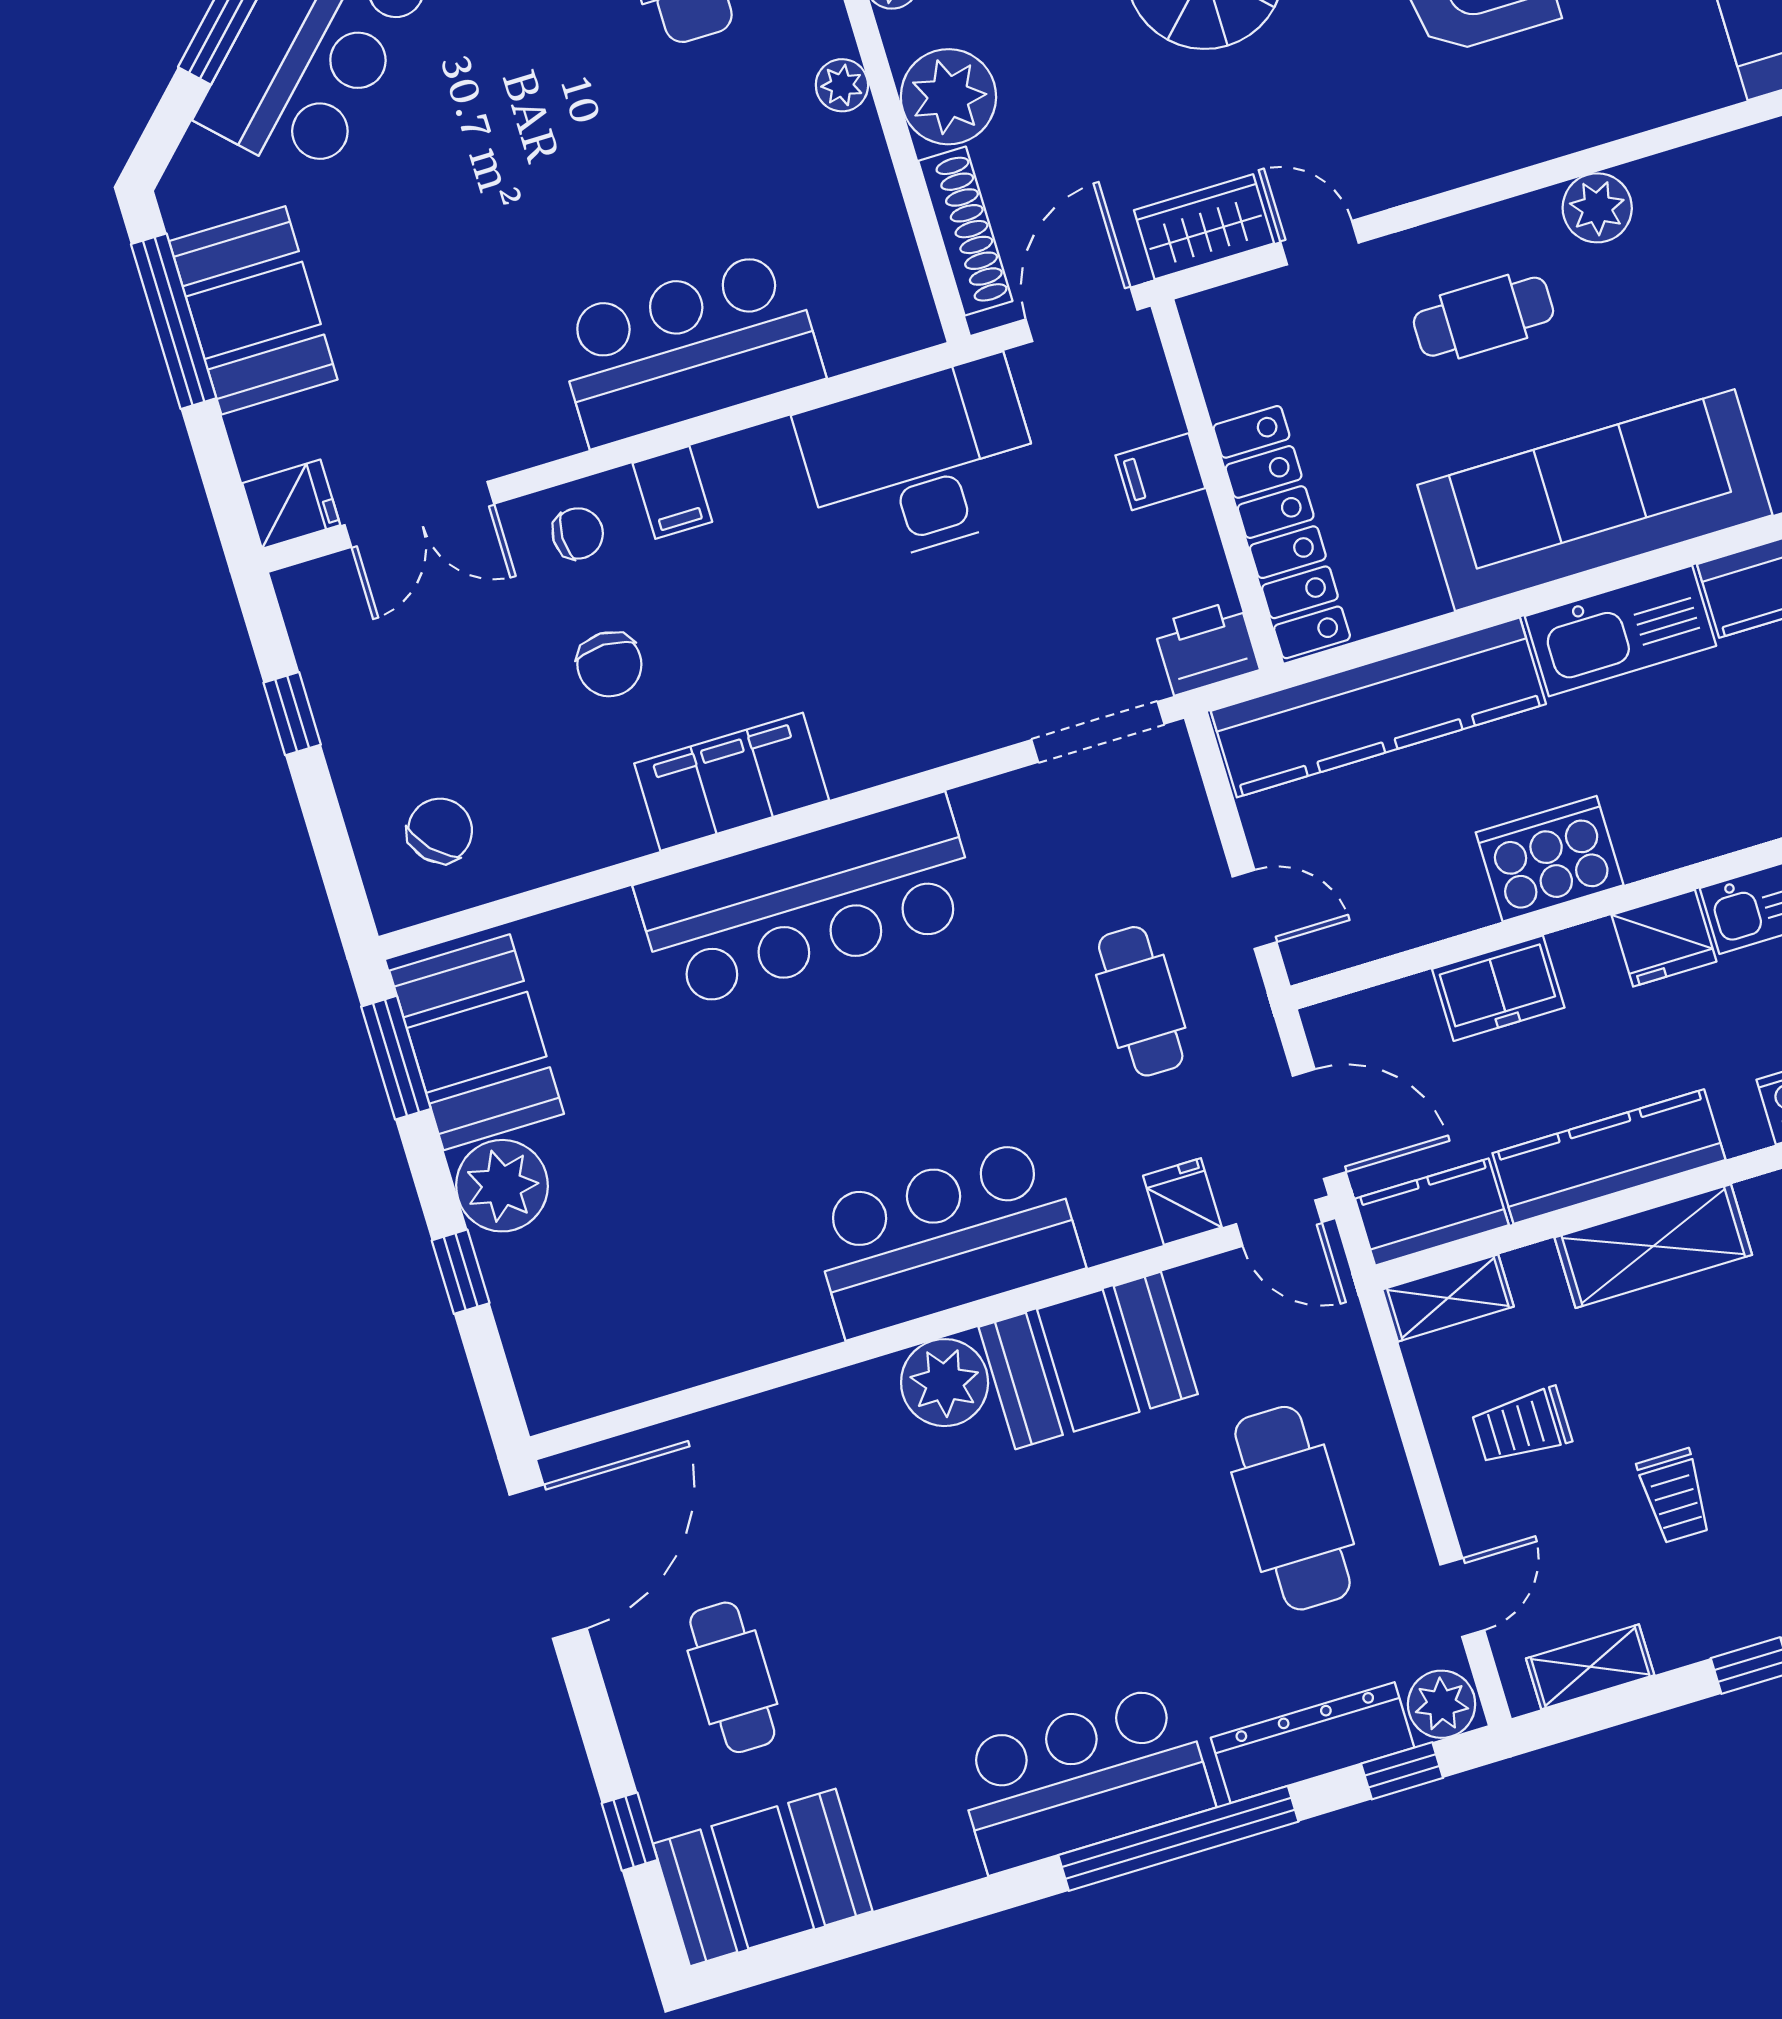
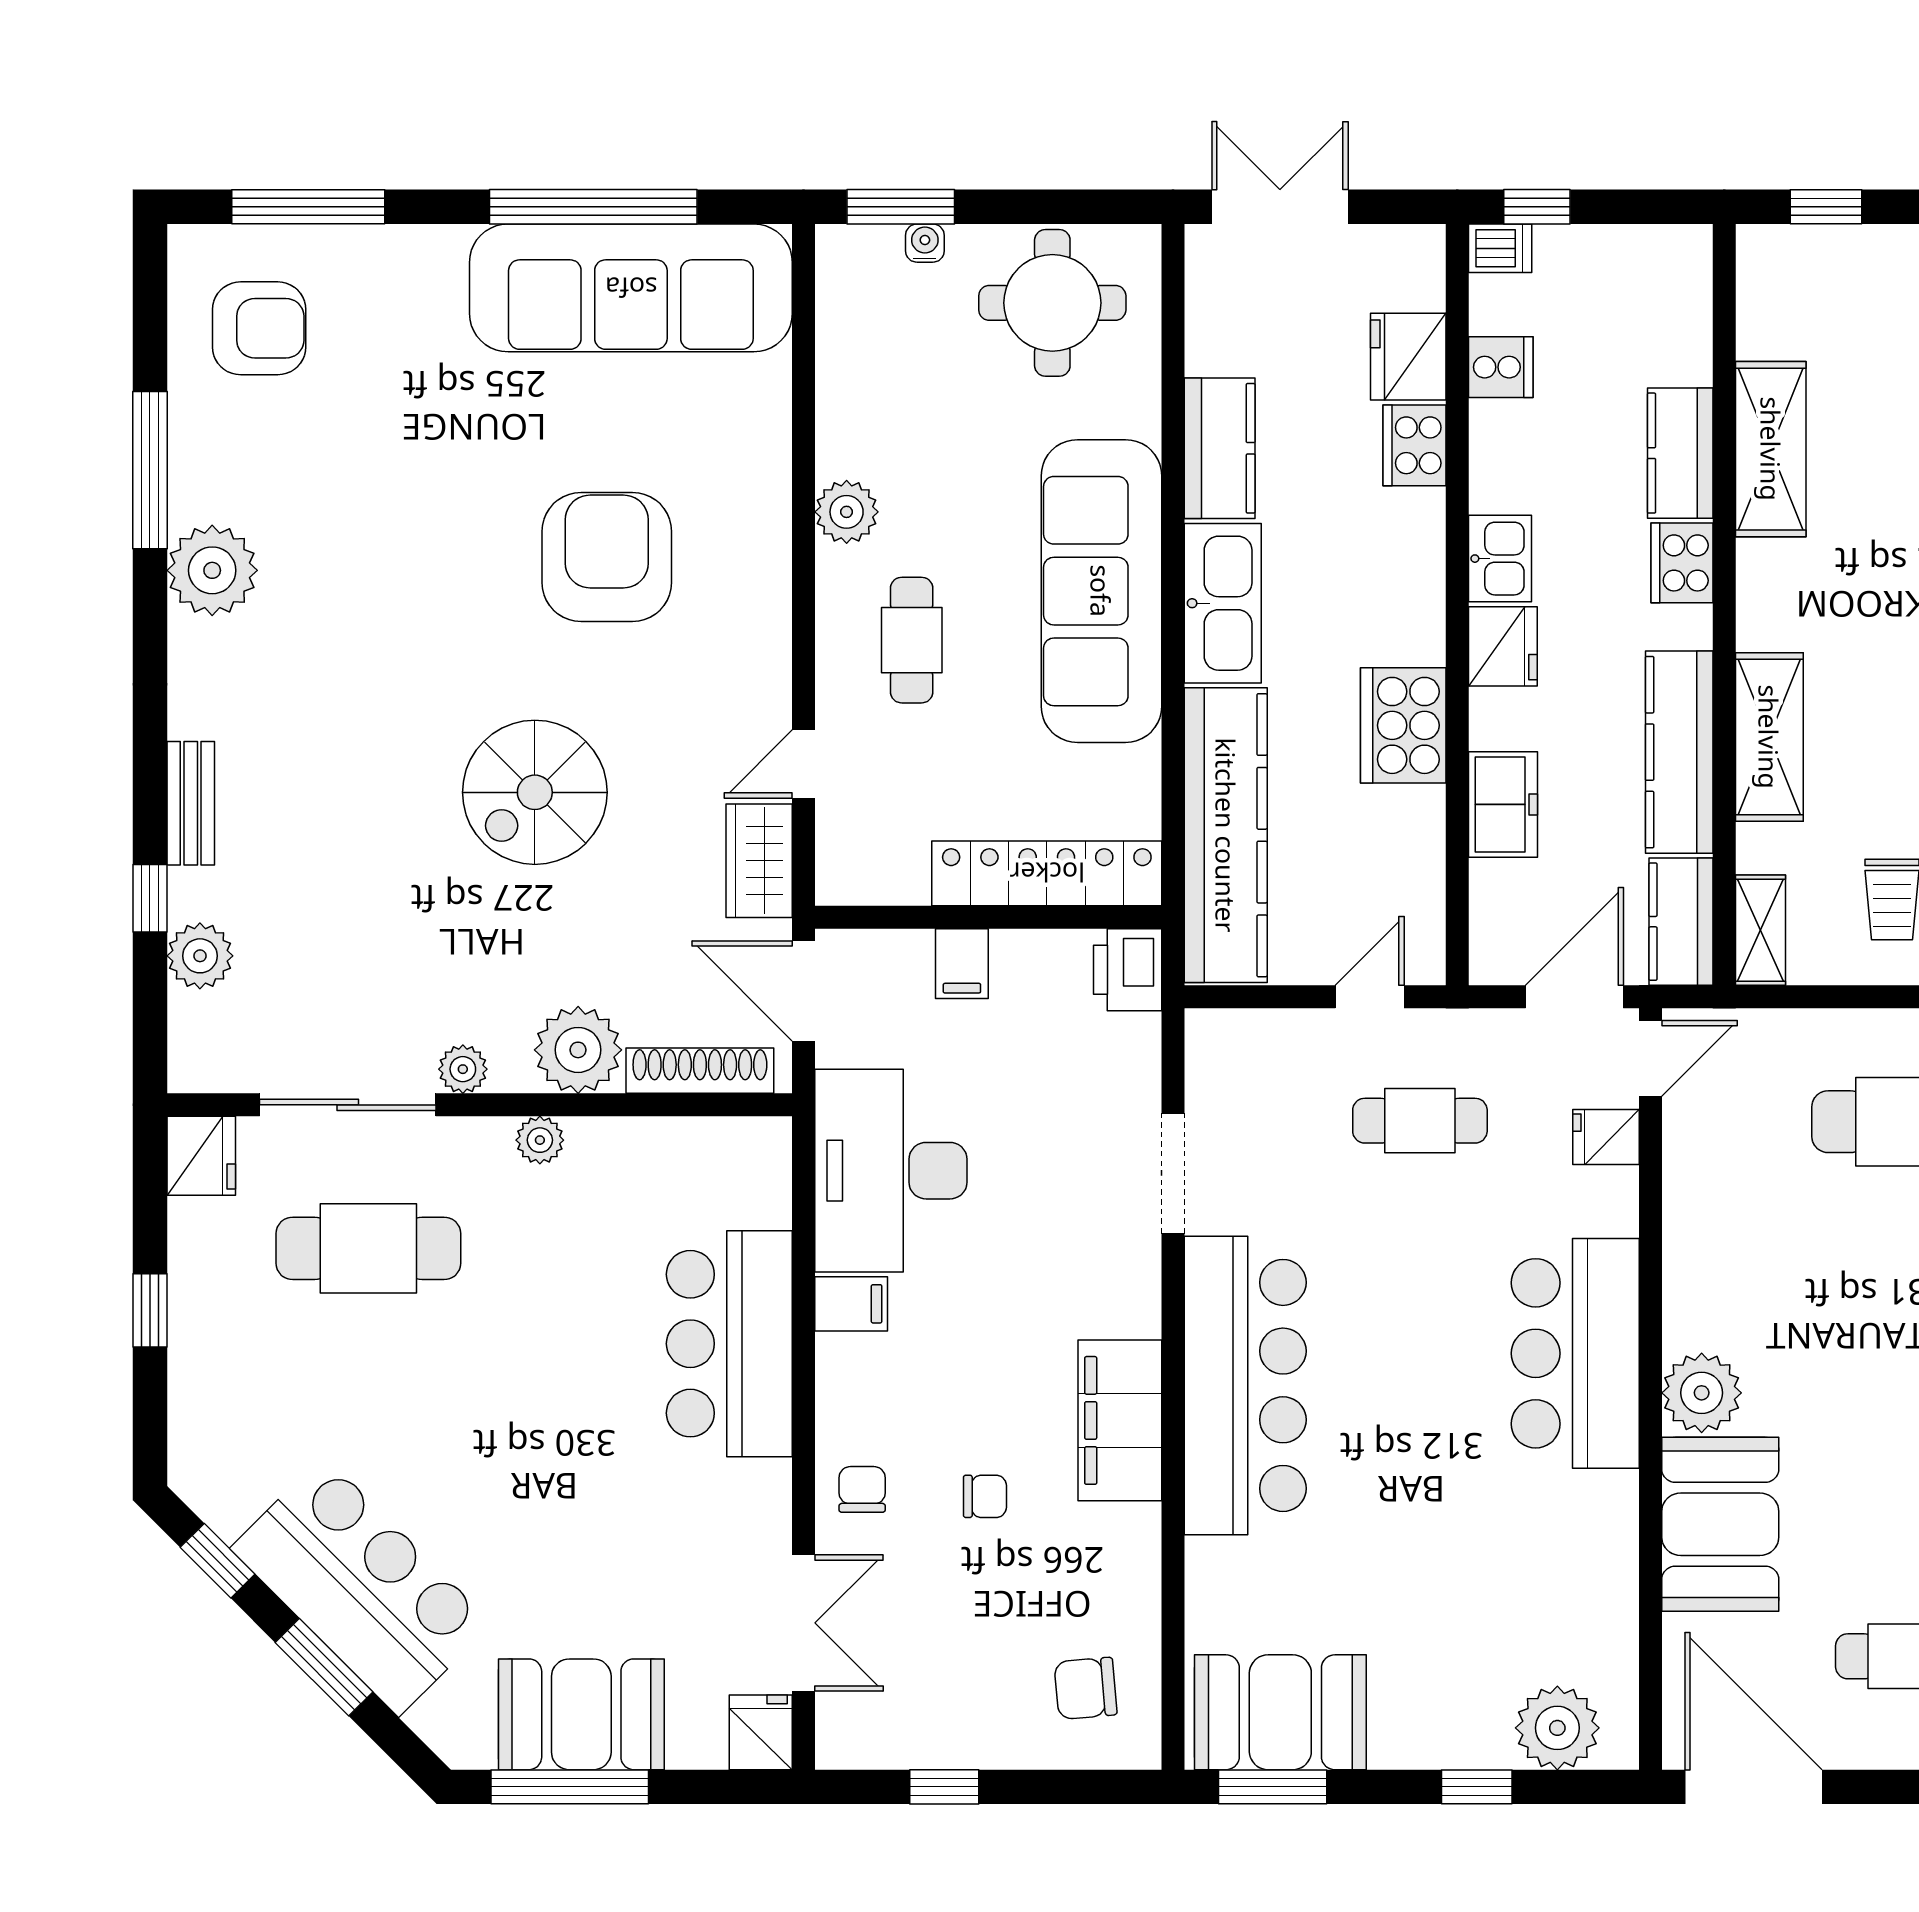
filing cabinet: (672, 492) -> (851, 1304), moved
chair: (609, 664) -> (985, 1496), width x0.73, depth x0.73
doorway: (1098, 732) -> (1173, 1173), moved
chair: (440, 831) -> (1086, 1688), turned -52
plant: (502, 1186) -> (1557, 1728), moved
booth: (1088, 1361) -> (1720, 1524), moved

